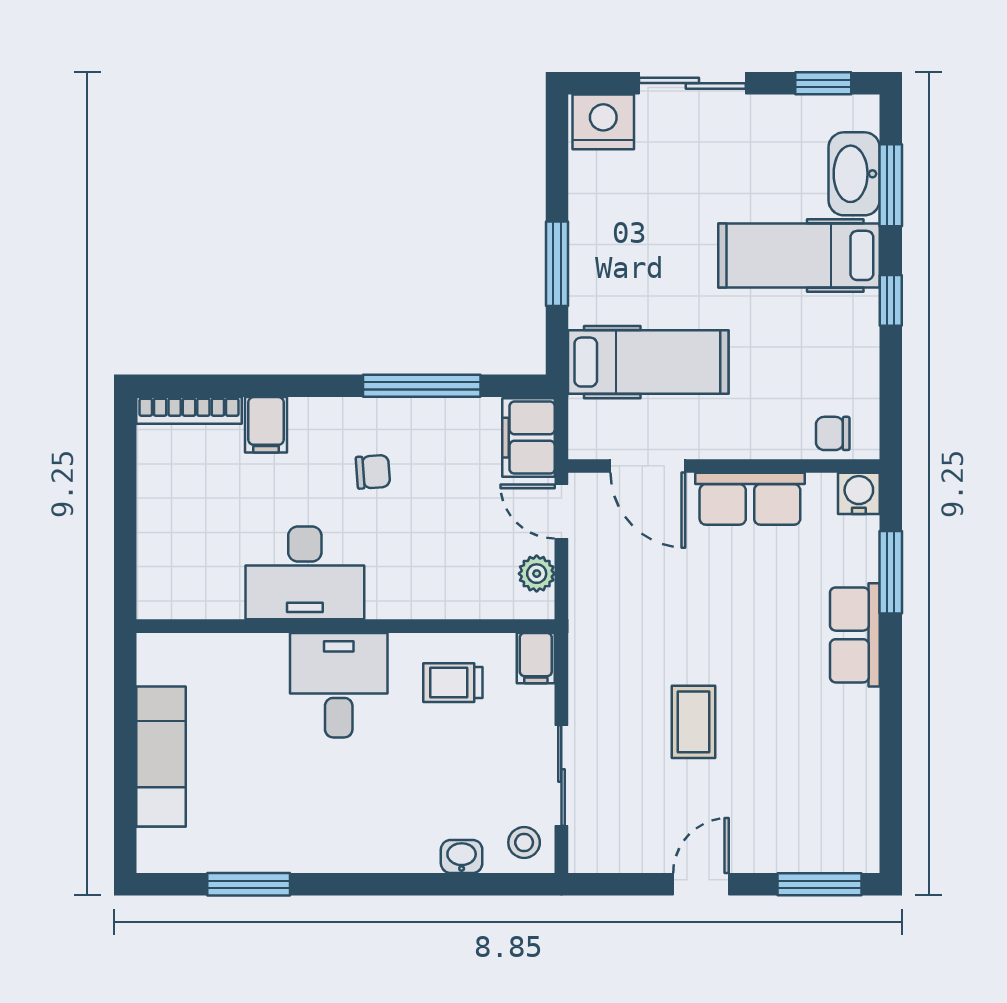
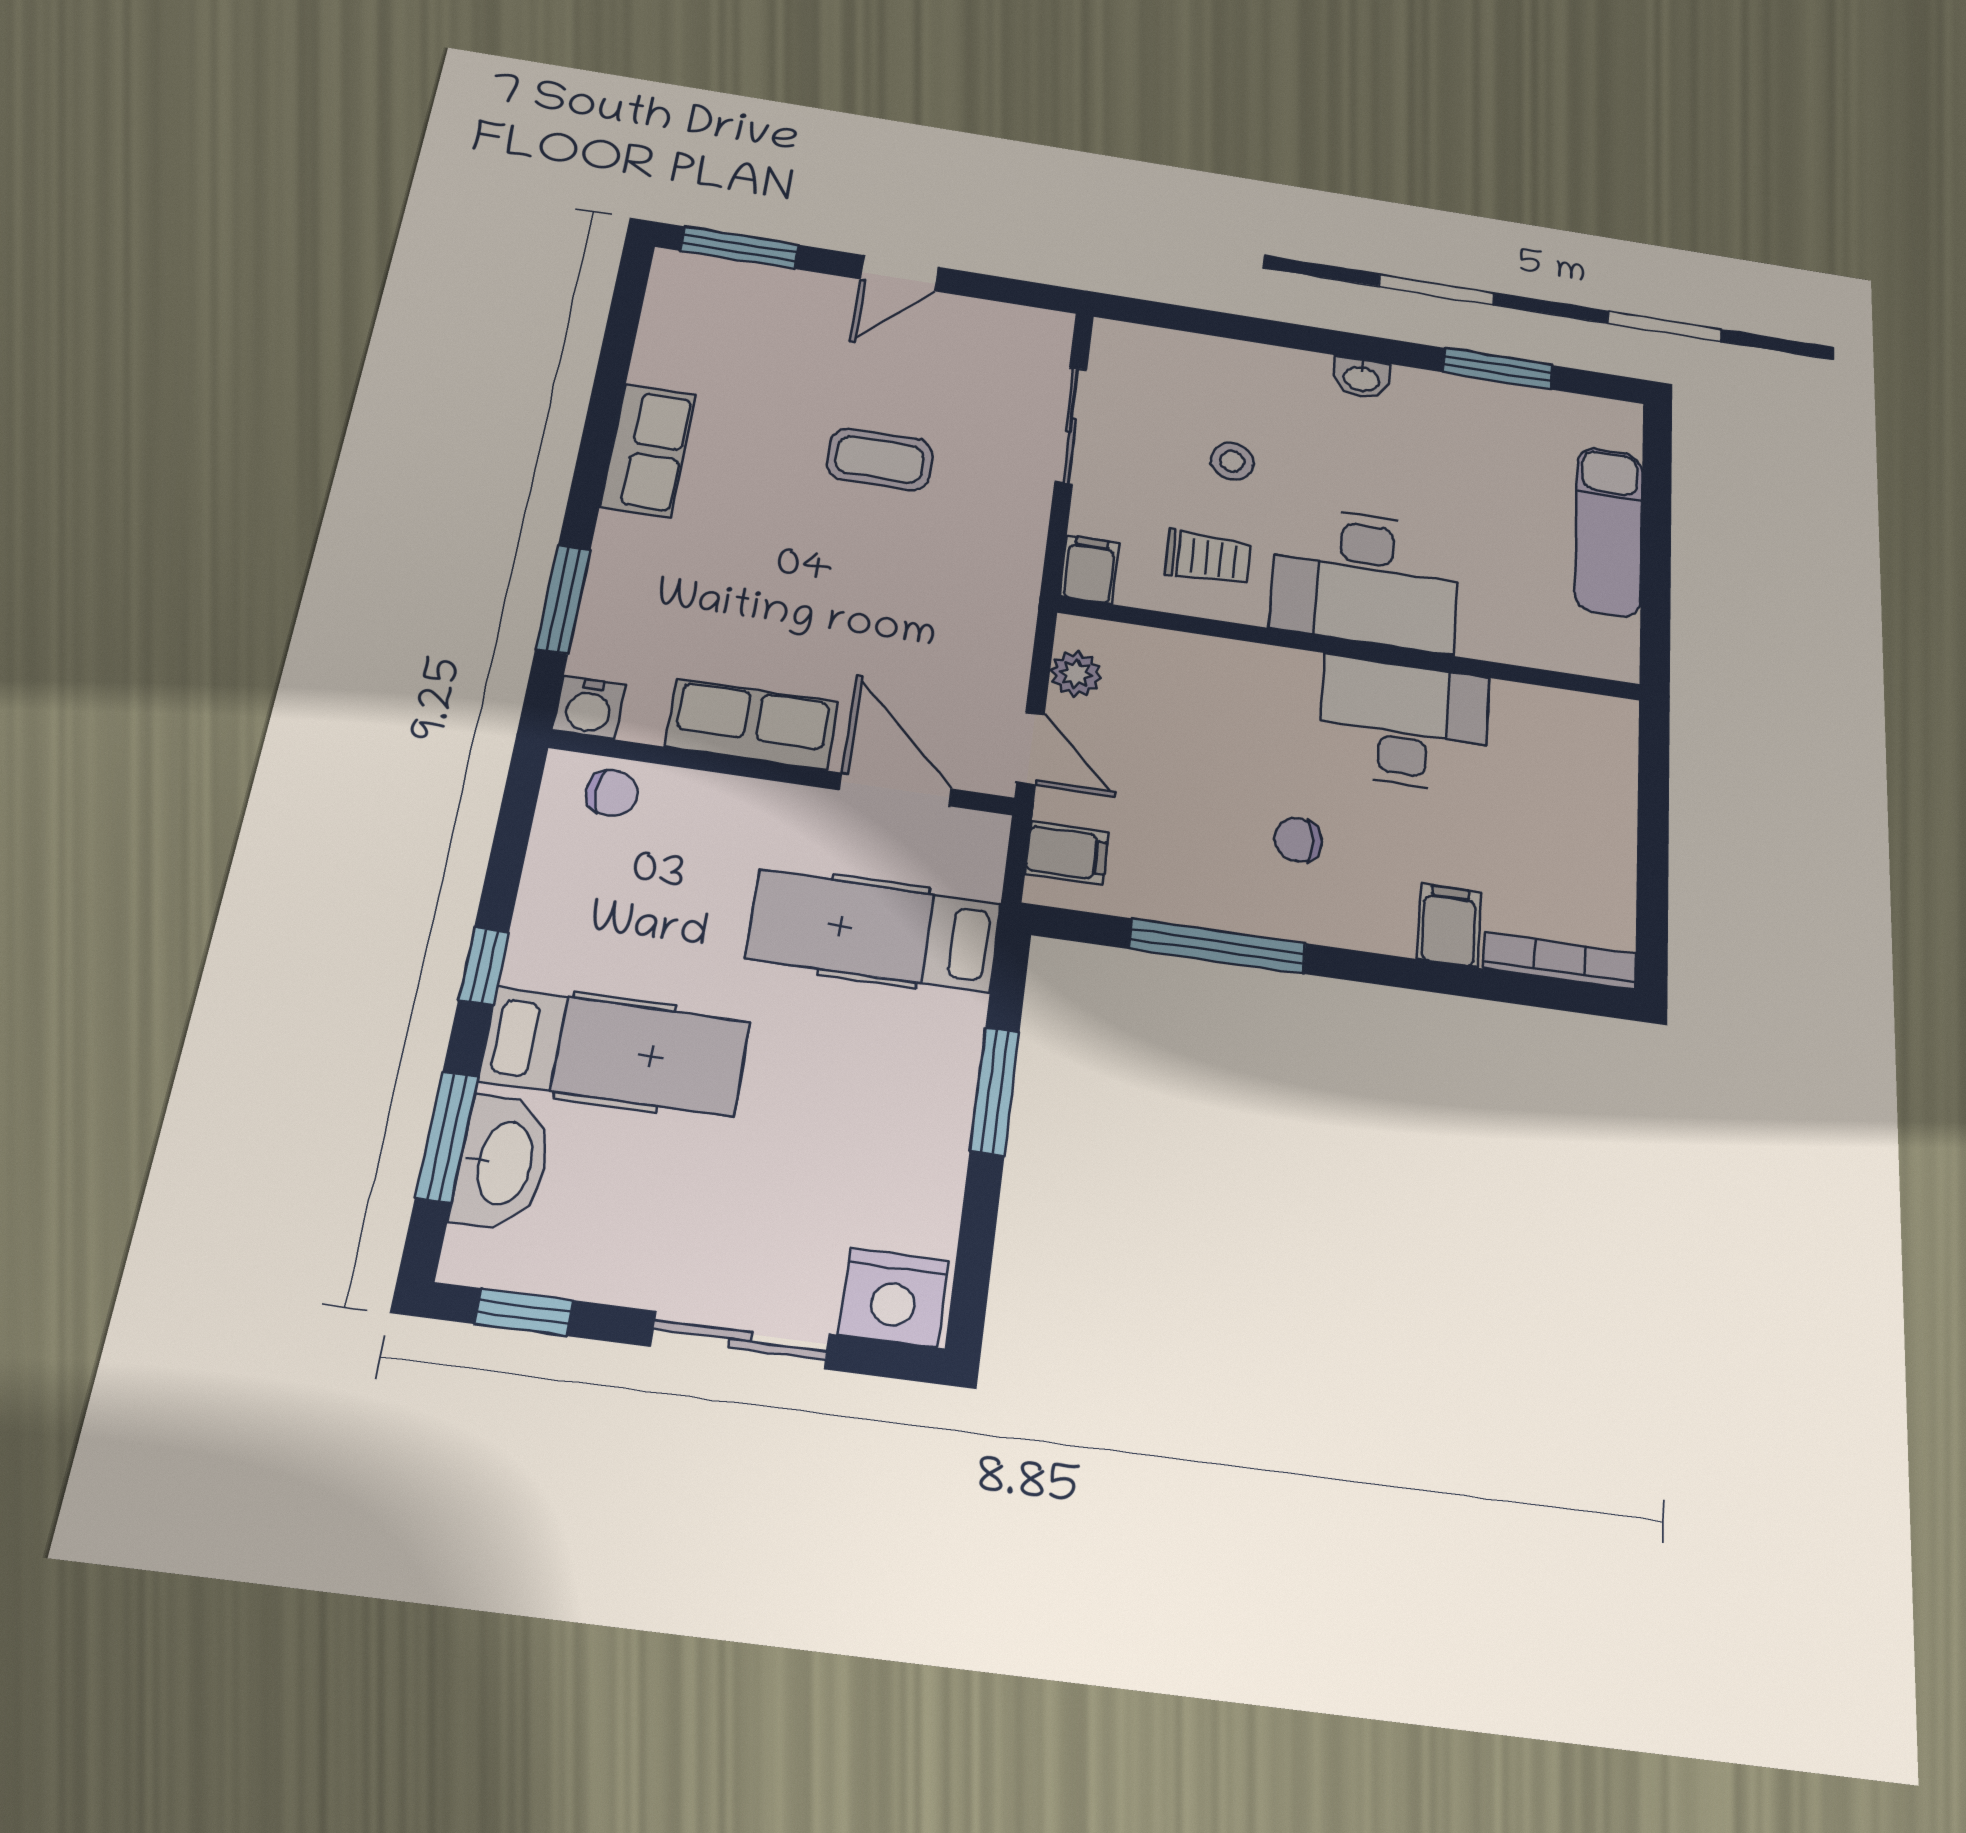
filing cabinet: (529, 438) -> (1067, 853), width x0.50
row of seats: (855, 635) -> (648, 450), moved
desk: (339, 685) -> (1365, 578), width x1.37
coffee table: (694, 722) -> (880, 459), turned 90
stool: (524, 842) -> (1232, 461), moved
washbasin: (462, 856) -> (1362, 378), moved

